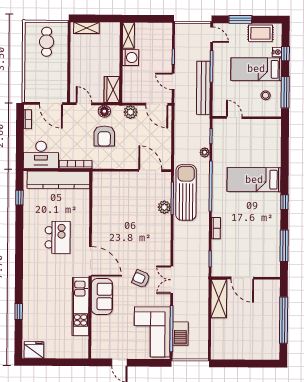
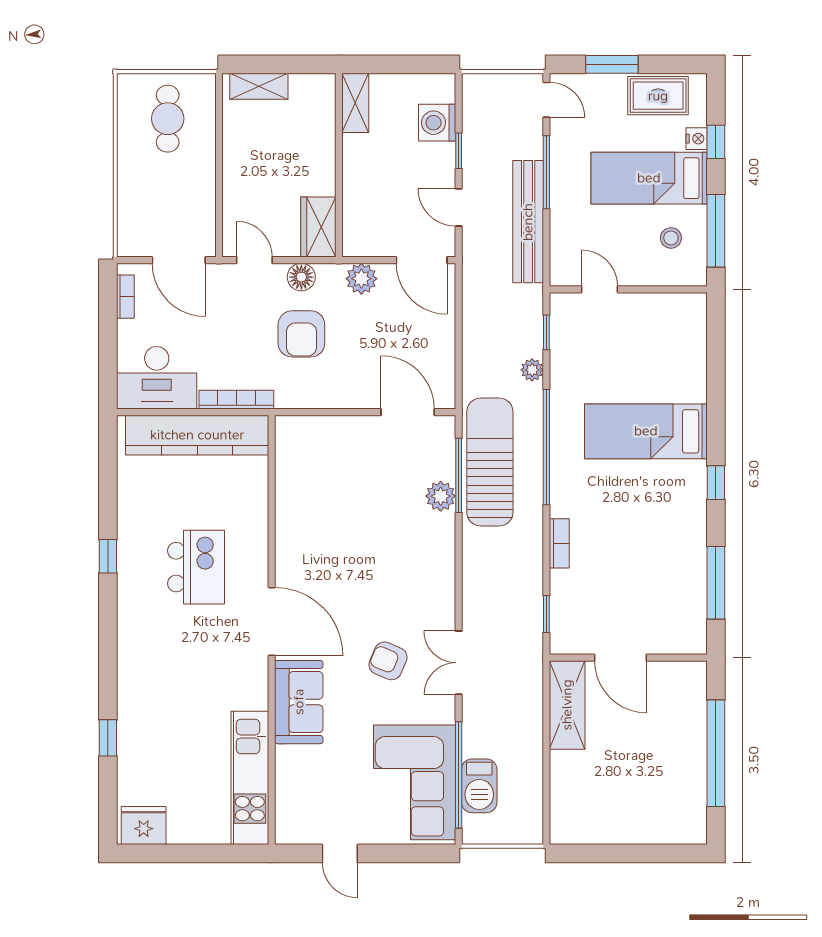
washing machine: (130, 58) -> (437, 123), moved, turned 180
window: (19, 198) -> (108, 556), moved
kitchen unit: (81, 307) -> (250, 778), moved

